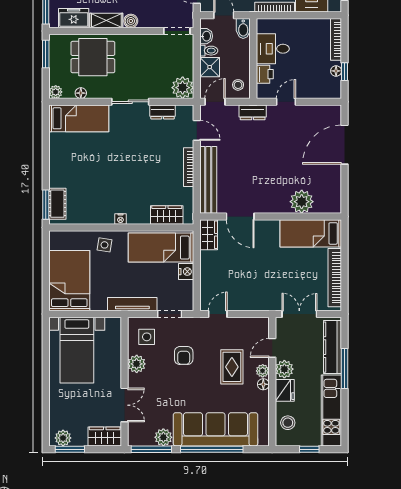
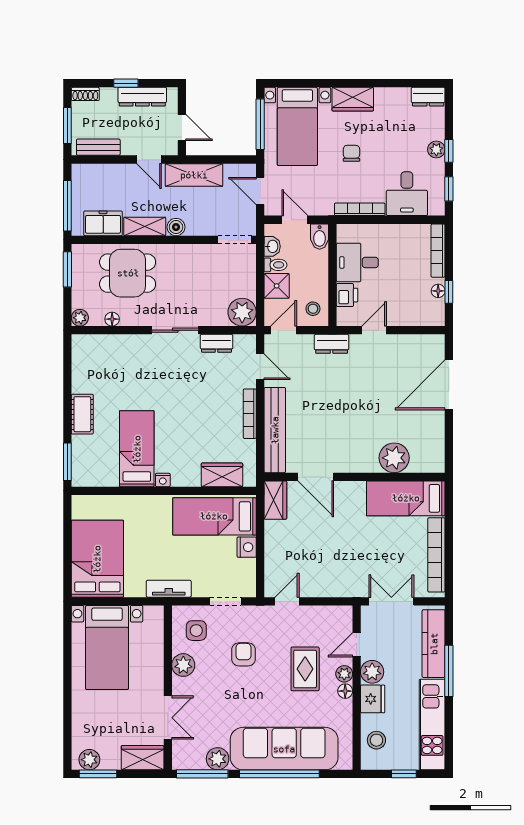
bed: (79, 118) -> (137, 449), moved, turned -90
cot: (57, 204) -> (82, 414), moved
side table: (104, 245) -> (142, 513), removed
tv unit: (132, 304) -> (169, 589), width x0.71
armchair: (184, 356) -> (244, 654), turned 180

